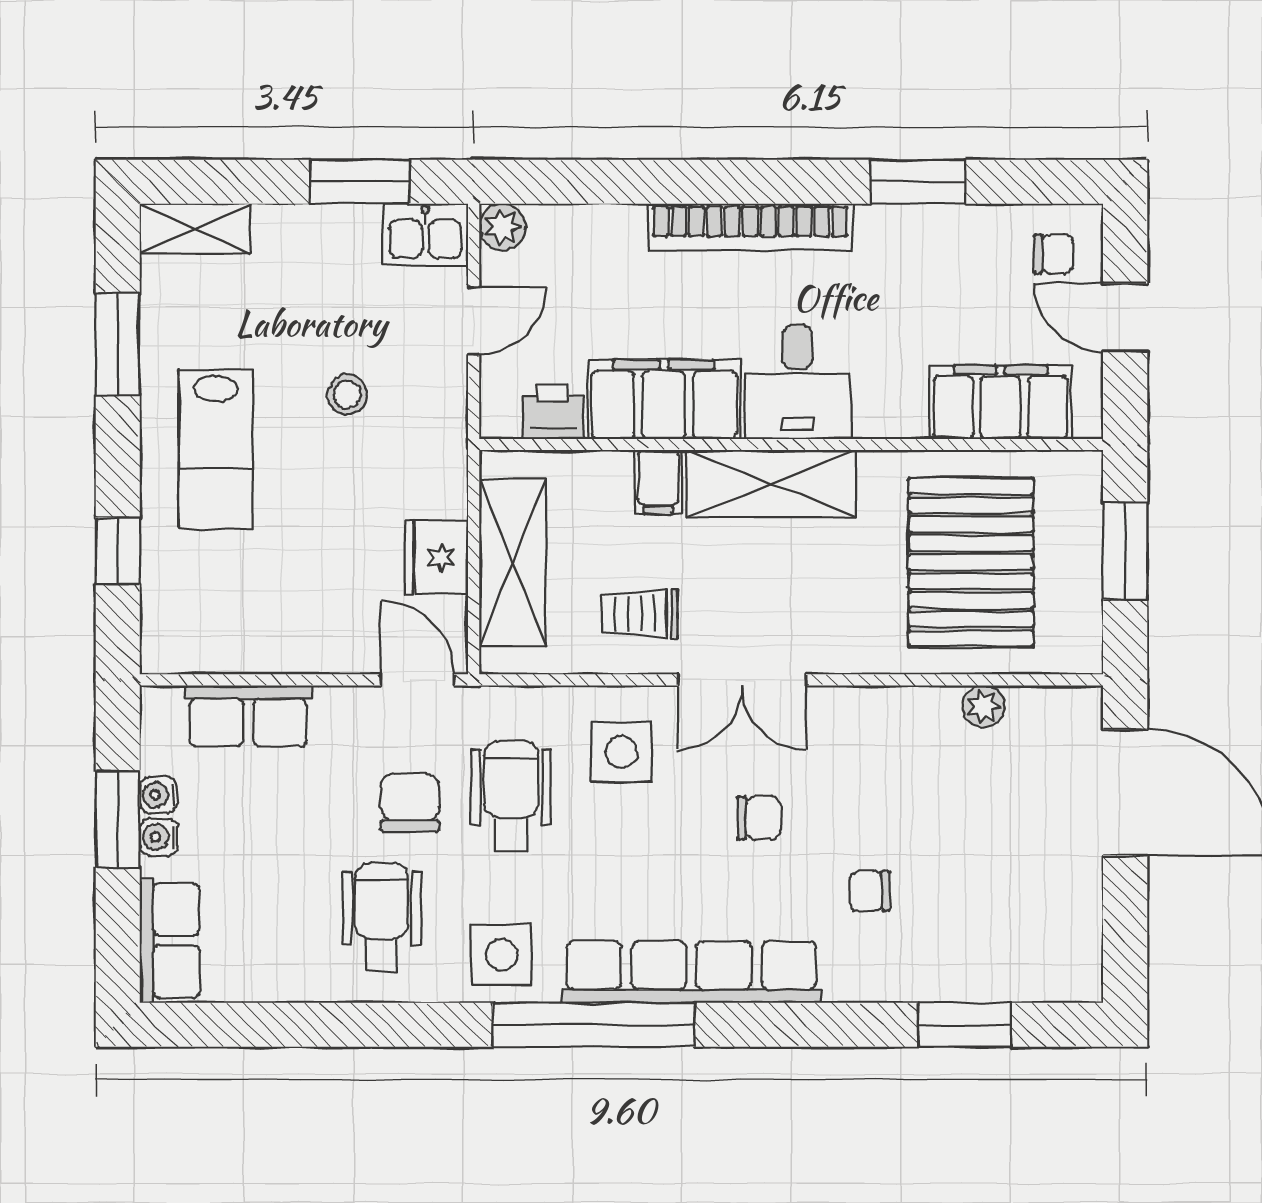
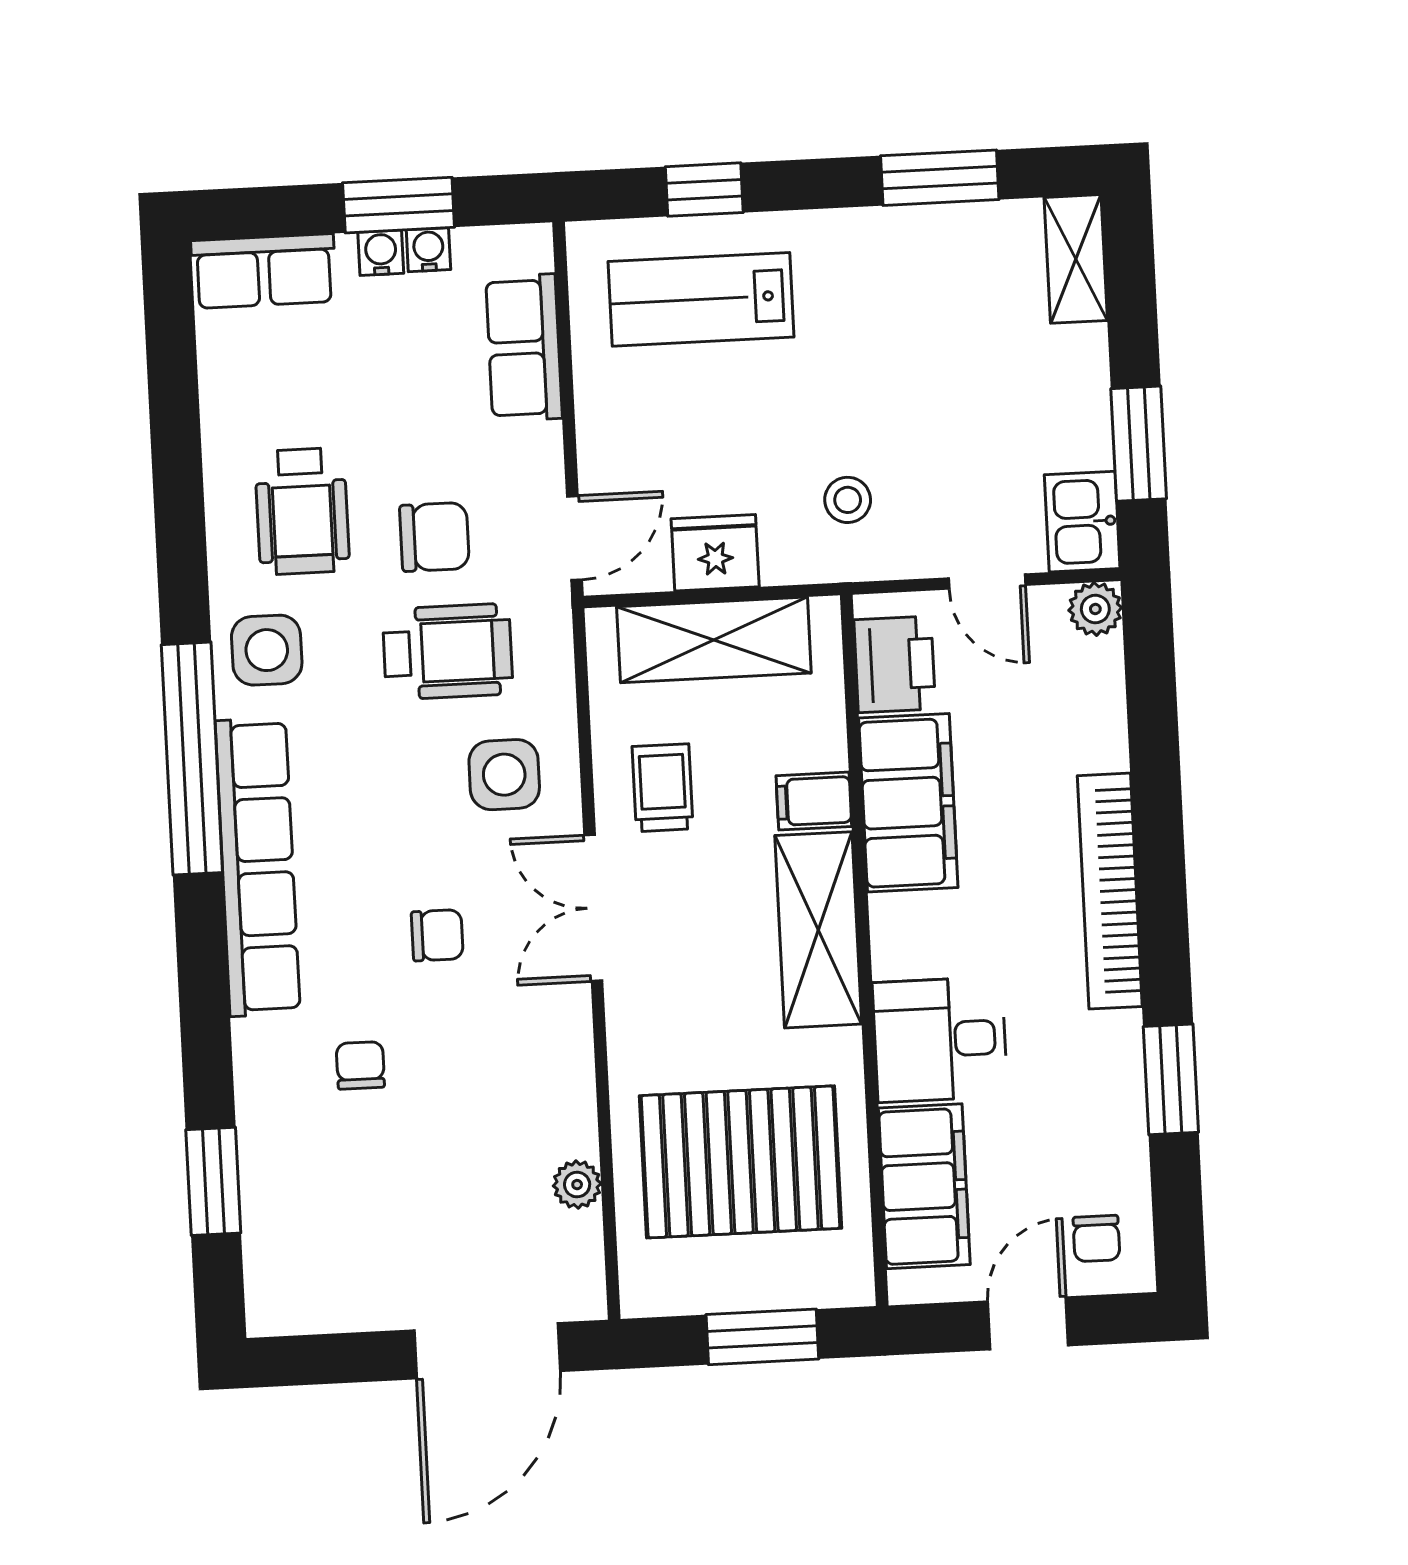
desk: (797, 382) -> (940, 1040), moved
stool: (347, 395) -> (848, 500), moved
printer: (553, 412) -> (895, 664), width x1.36, depth x1.24
lab bench: (216, 449) -> (701, 299), moved
chair: (759, 818) -> (437, 935), turned -90
wheelchair: (382, 917) -> (302, 511), turned 90

